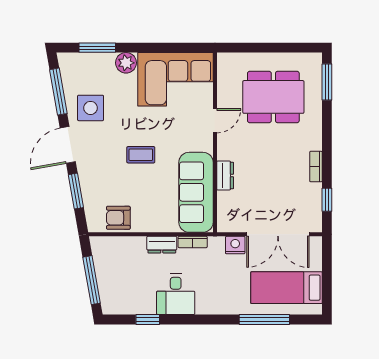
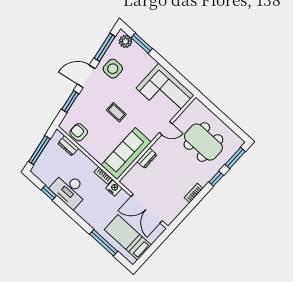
plant: (126, 63) -> (126, 41), moved
window: (327, 200) -> (216, 179), moved
dresser: (162, 245) -> (68, 146), moved
nightstand: (235, 245) -> (114, 188), moved
desk: (176, 294) -> (69, 190), width x1.37

